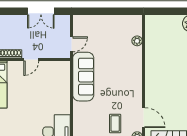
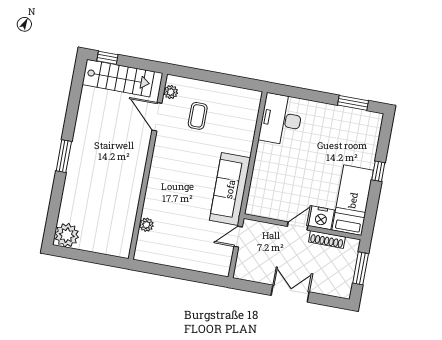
double door: (41, 11) -> (290, 294), moved
nightstand: (16, 68) -> (321, 218), added

